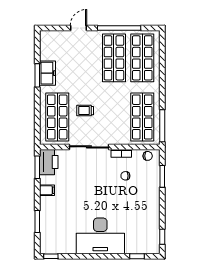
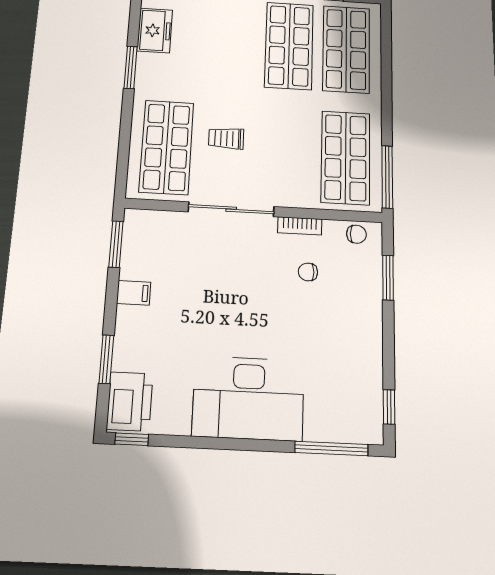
freezer: (48, 73) -> (155, 30), moved
printer: (49, 162) -> (130, 401), moved
window: (137, 256) -> (331, 449), width x2.17

